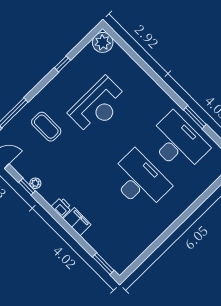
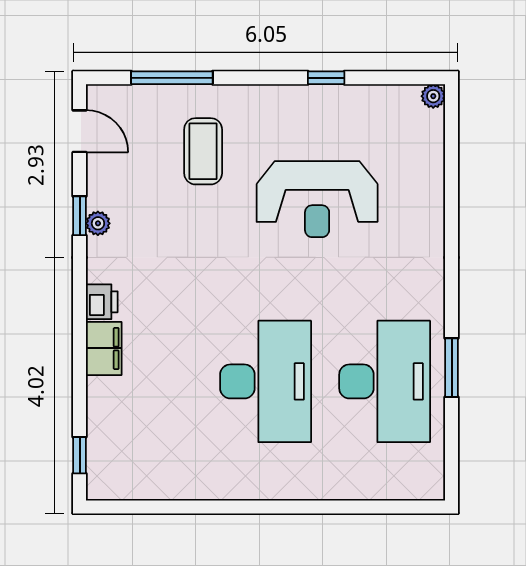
plant: (103, 42) -> (433, 96), width x0.53, depth x0.53
window: (103, 264) -> (80, 455), width x0.67

